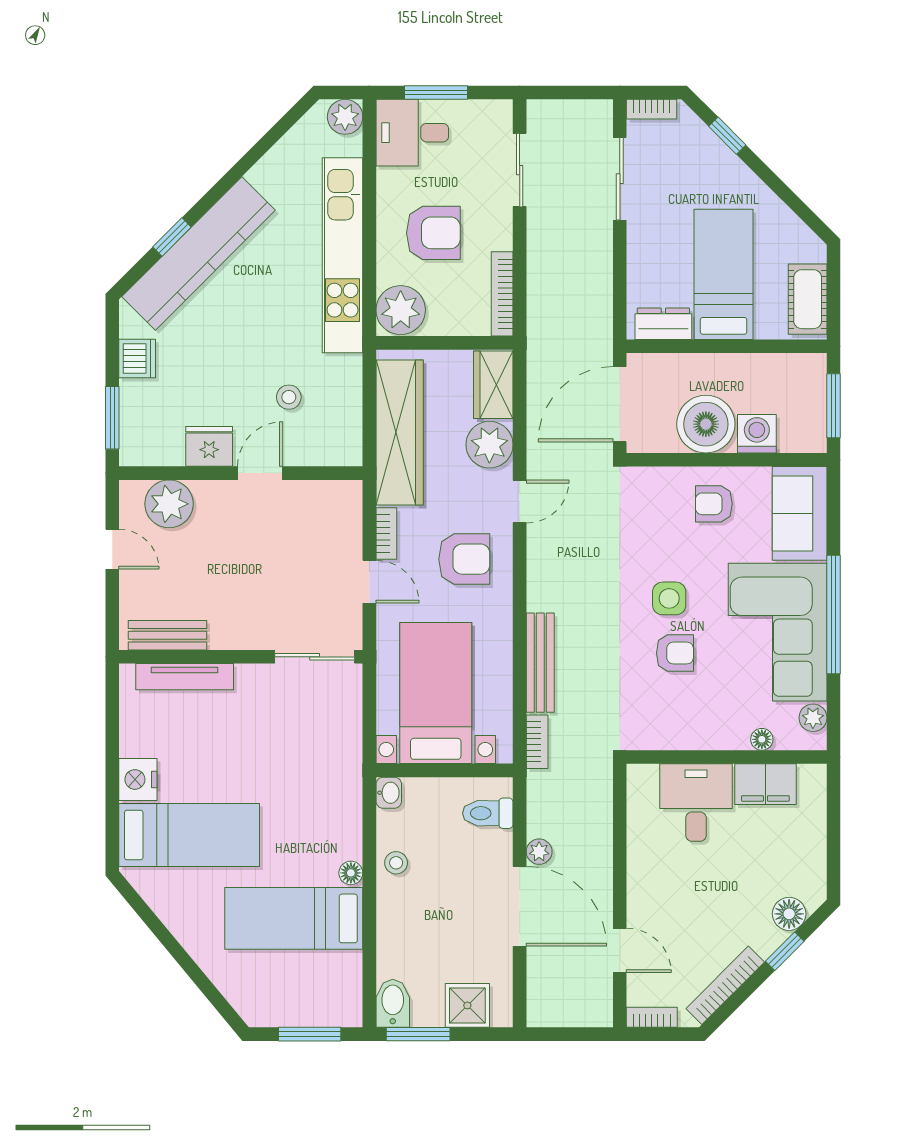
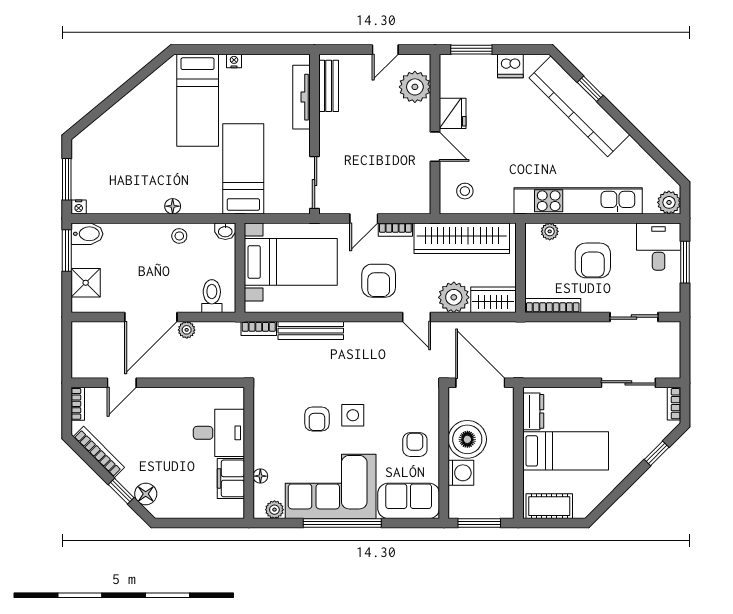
plant: (401, 310) -> (550, 231), width x0.53, depth x0.53
stool: (289, 397) -> (465, 191), moved
nightstand: (138, 779) -> (234, 61), width x0.53, depth x0.56
bed: (294, 918) -> (243, 169), moved
nightstand: (352, 1016) -> (79, 207), added

